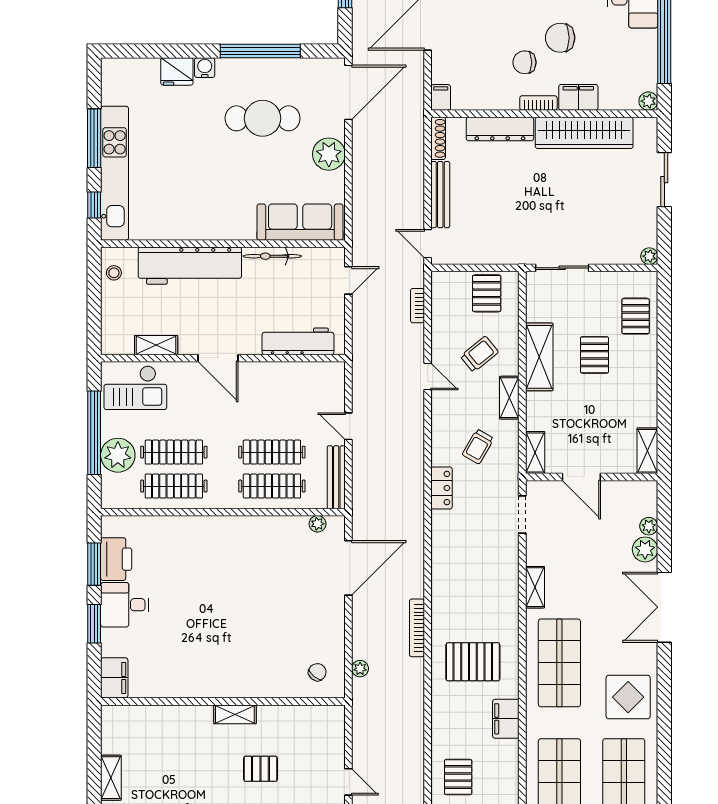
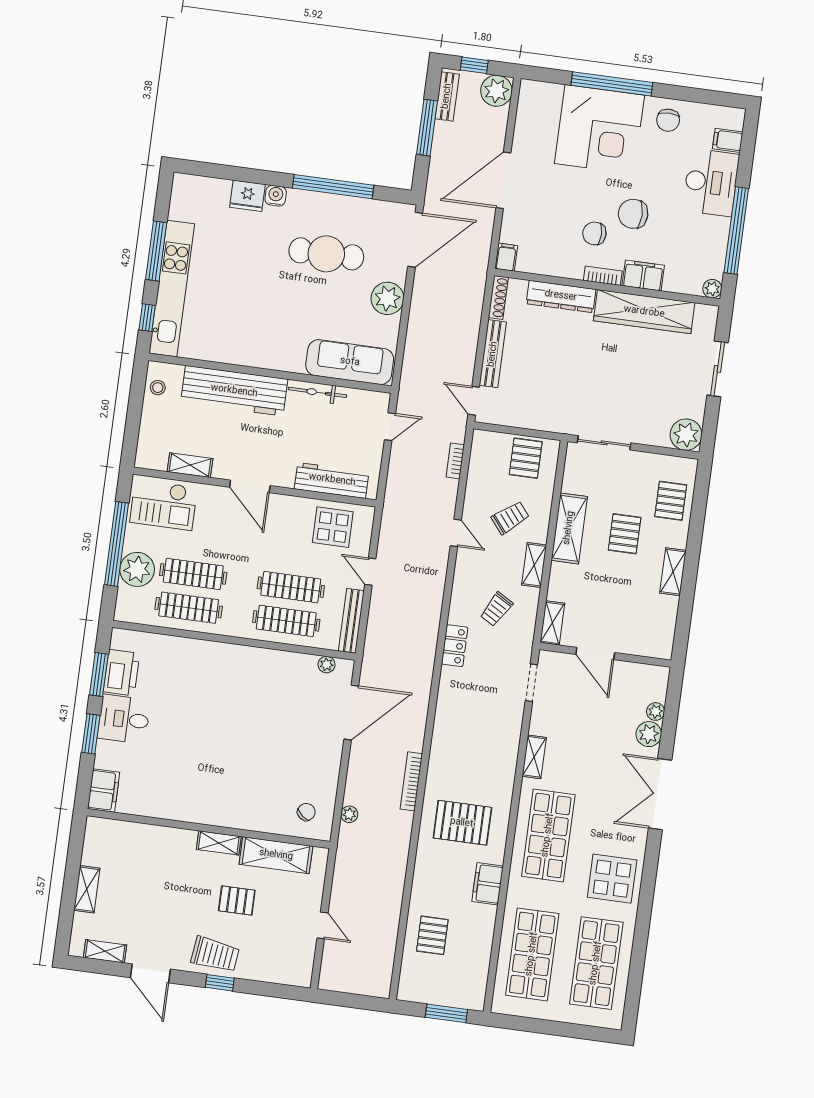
plant: (649, 256) -> (686, 435), width x1.88, depth x1.88
display table: (305, 387) -> (333, 527), added
shelving: (647, 451) -> (673, 572), moved
shelving: (293, 719) -> (276, 855), added

